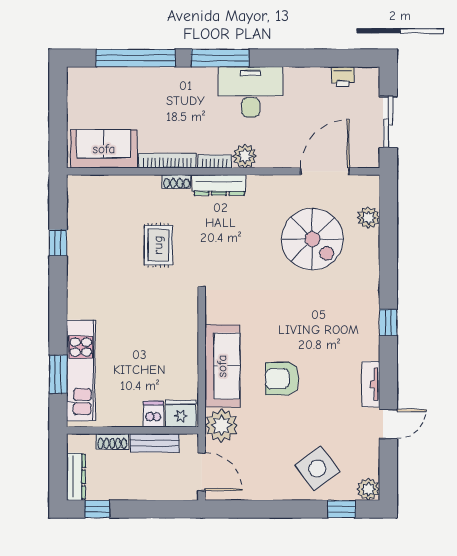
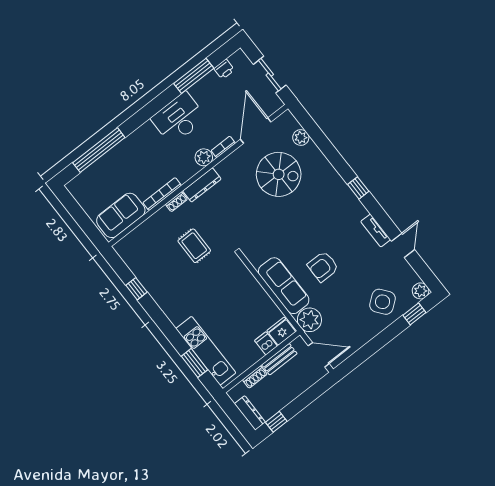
window: (220, 58) -> (194, 76), moved
bookcase: (215, 161) -> (223, 147), moved

